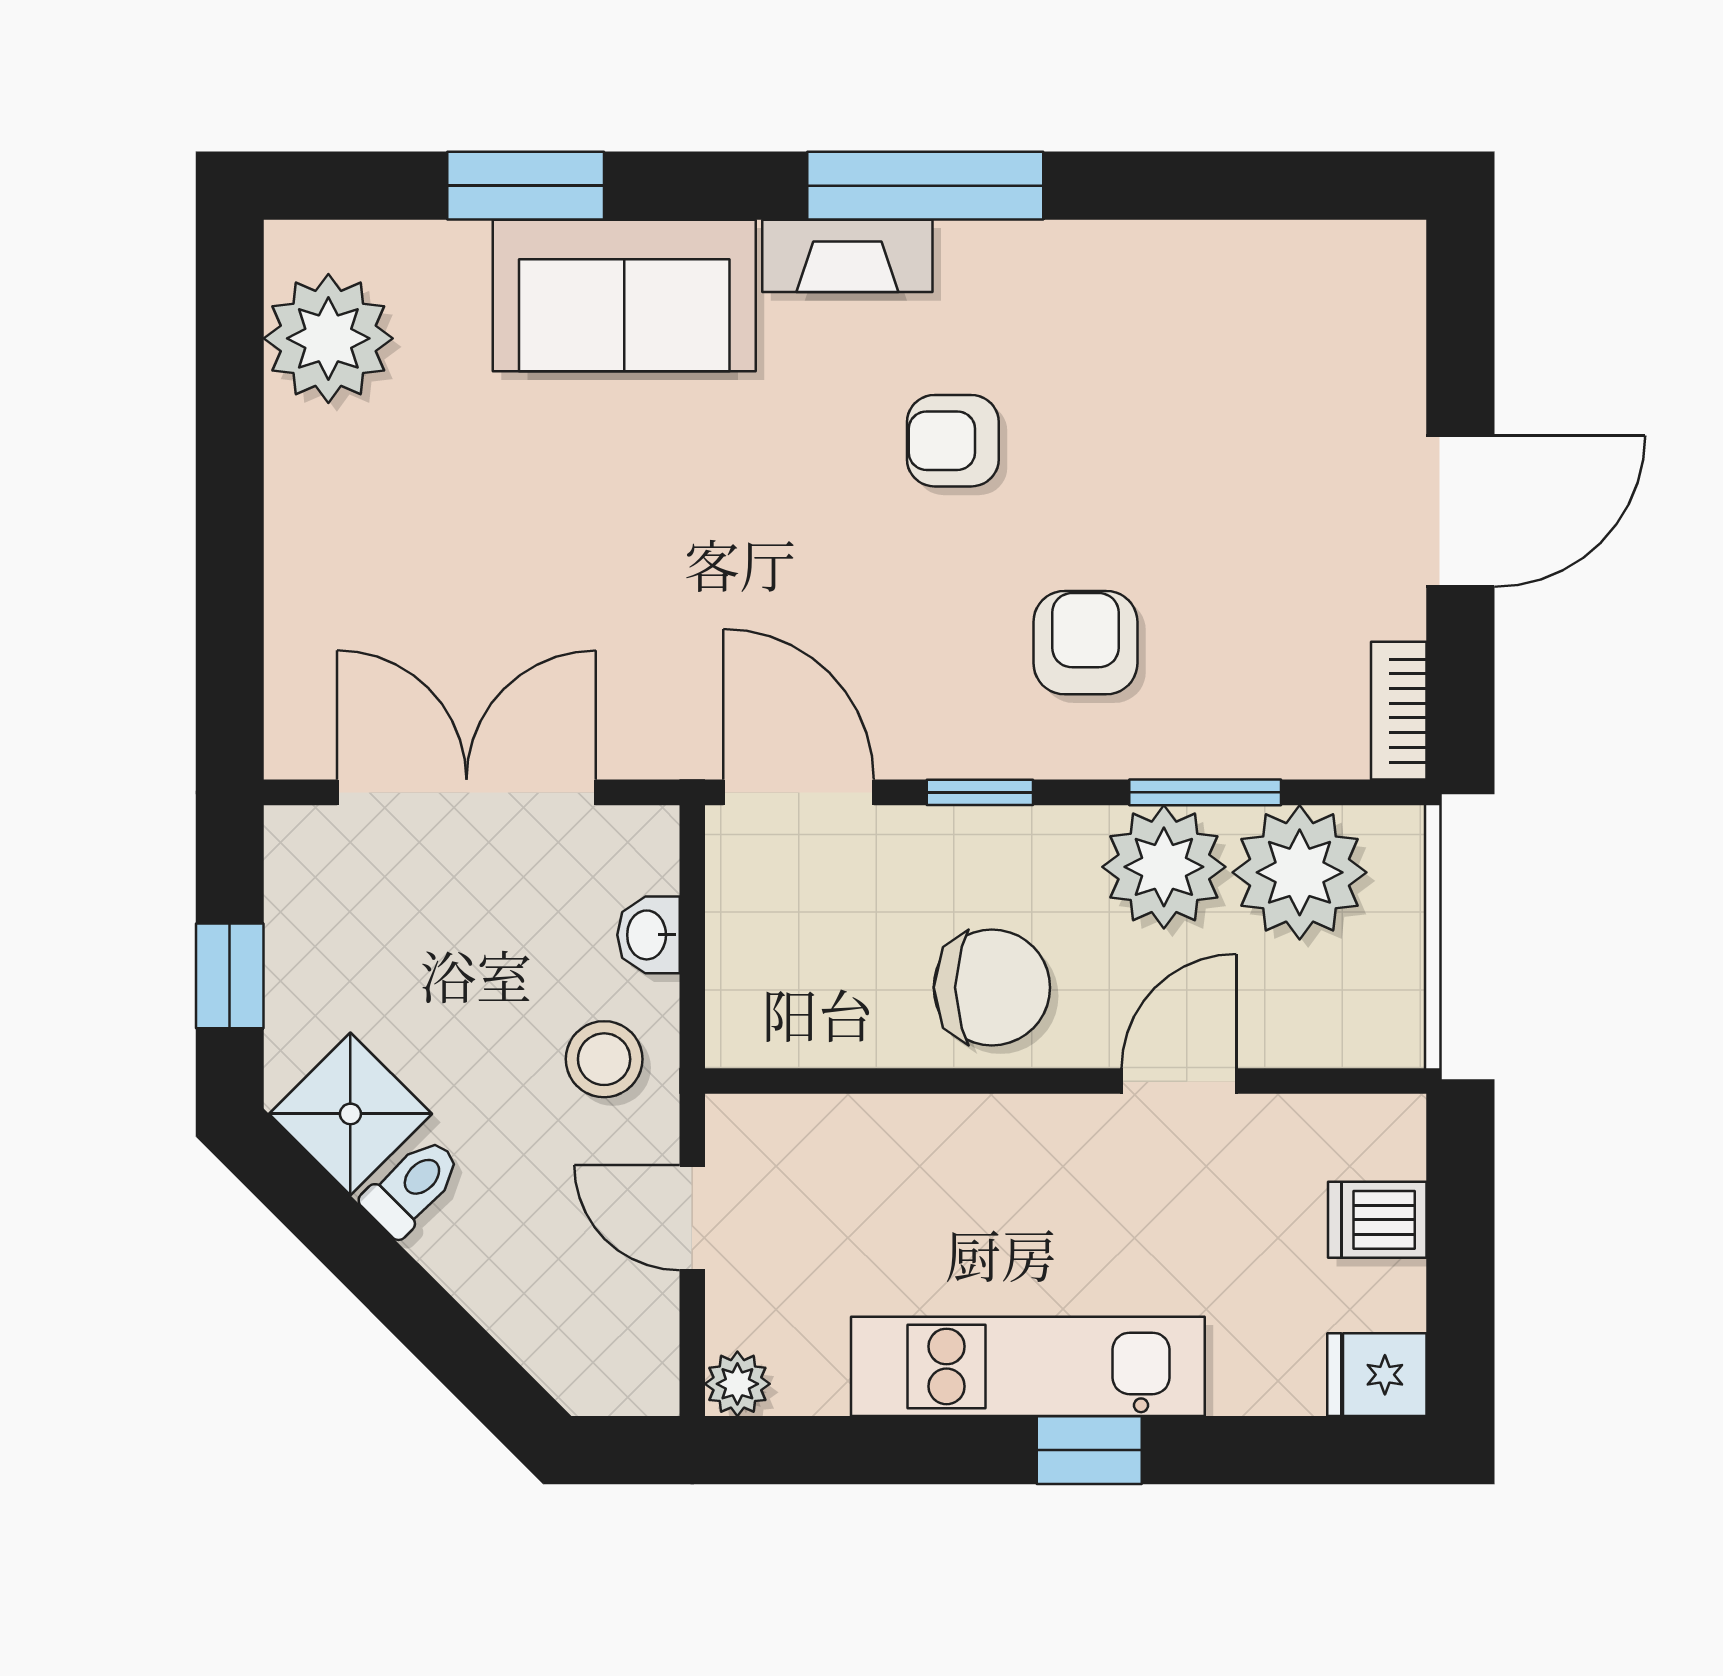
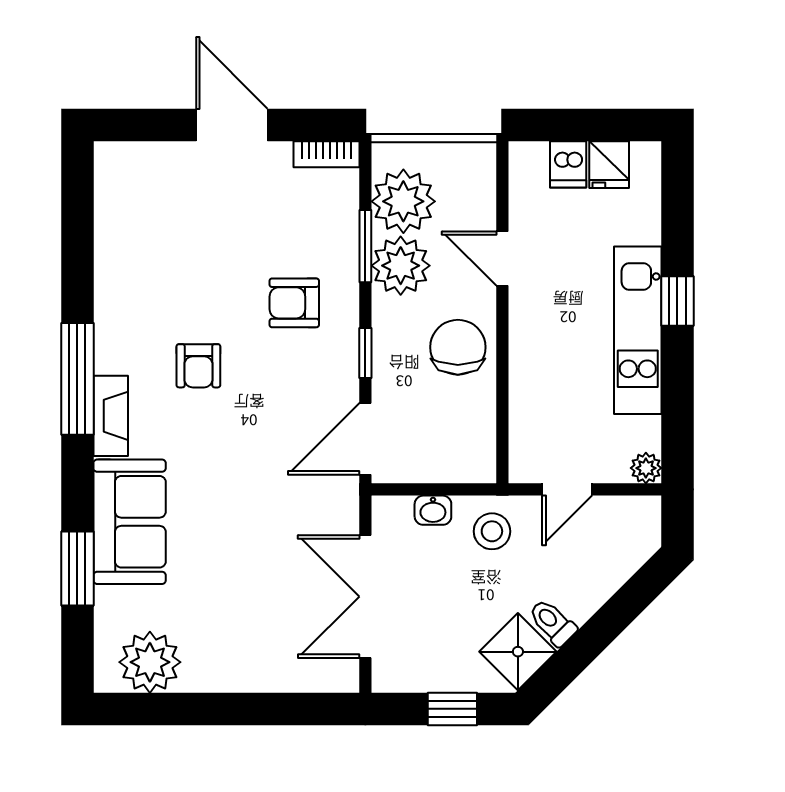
fridge: (1377, 1375) -> (609, 165), moved

